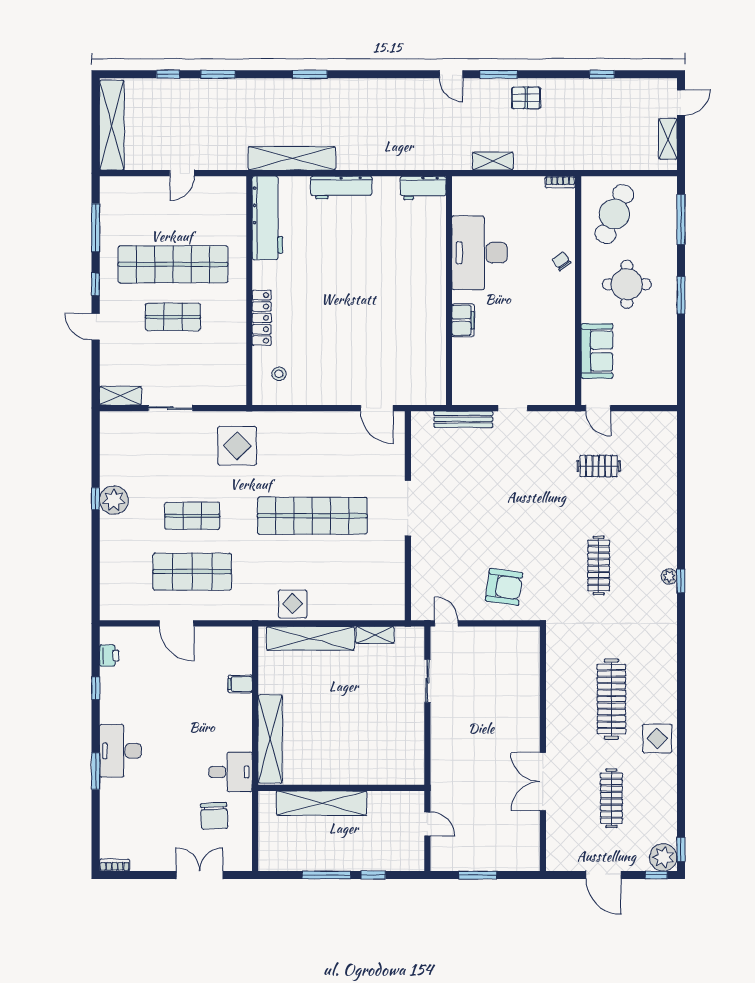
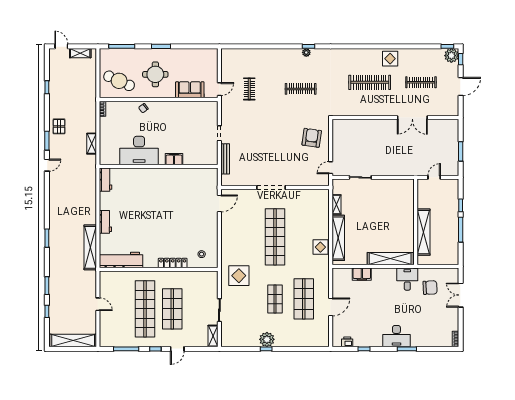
workbench: (341, 188) -> (105, 222), width x0.73
shop shelf: (173, 317) -> (172, 309), width x1.43, depth x1.36
filing cabinet: (240, 684) -> (362, 274), width x2.00

